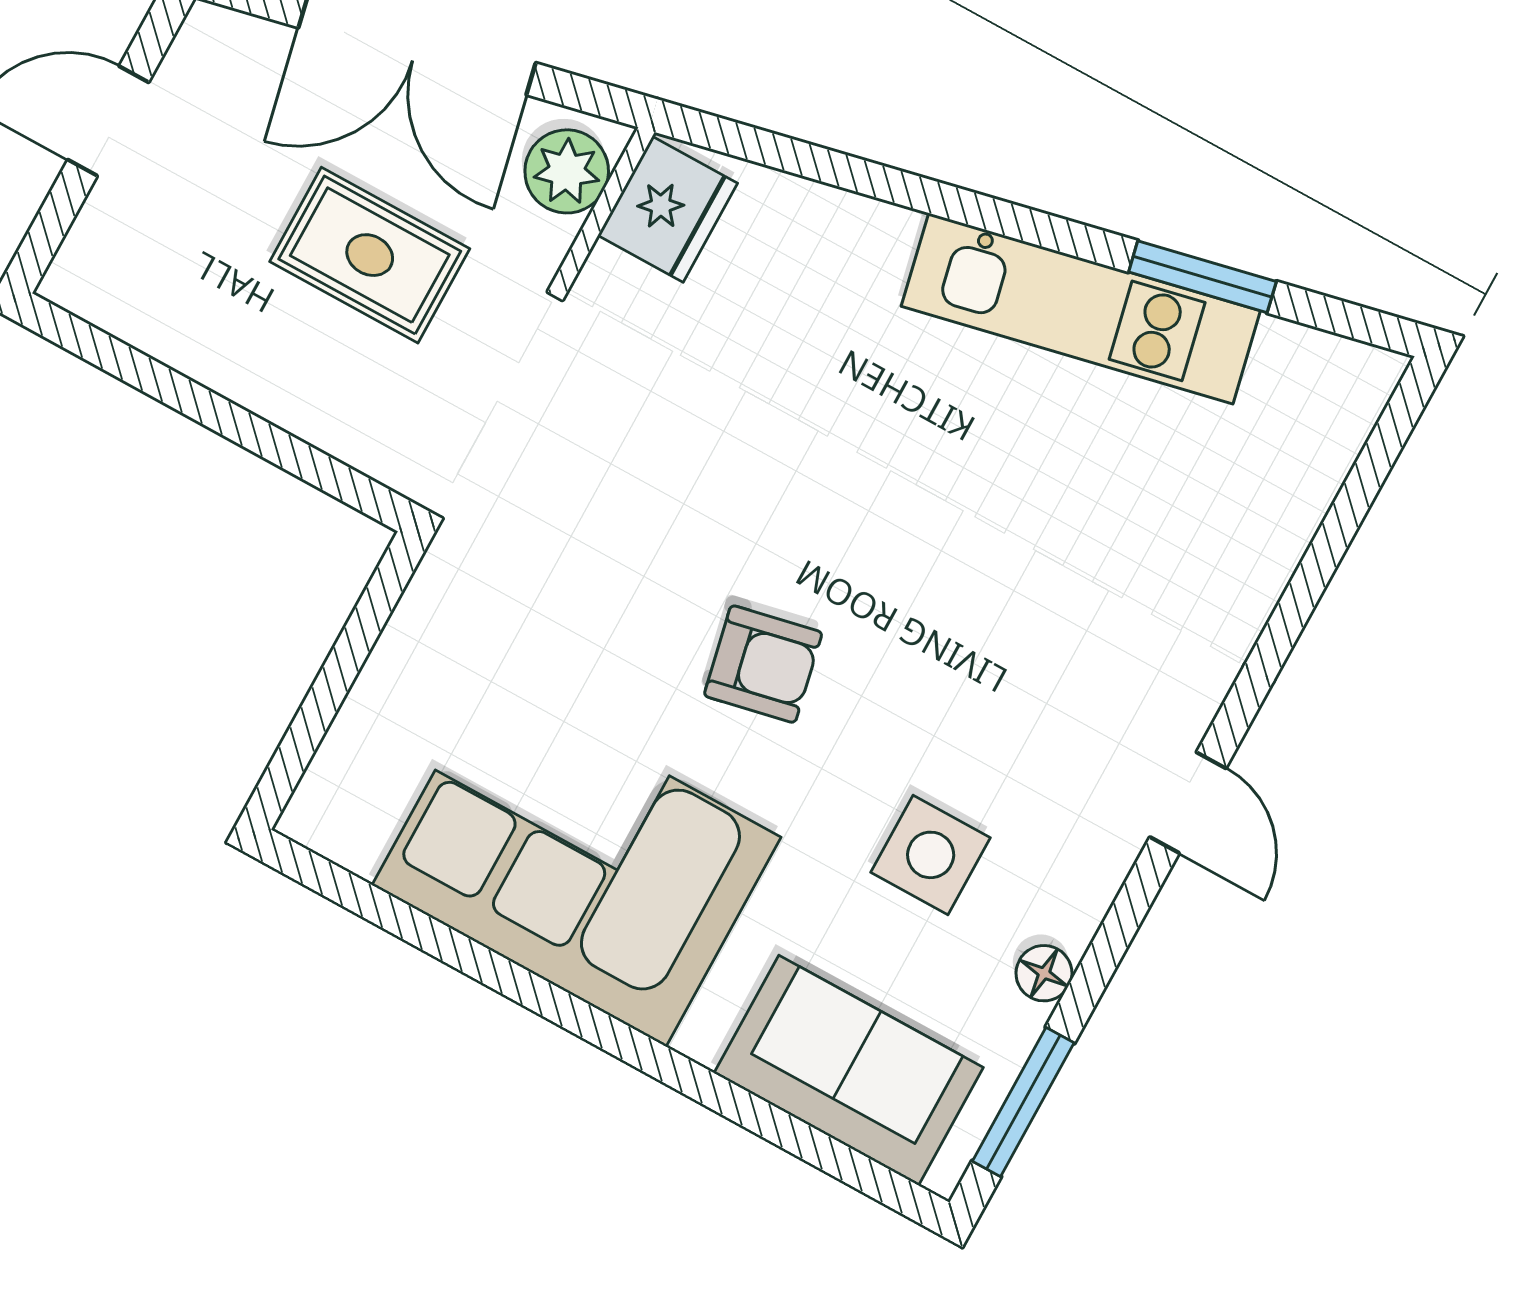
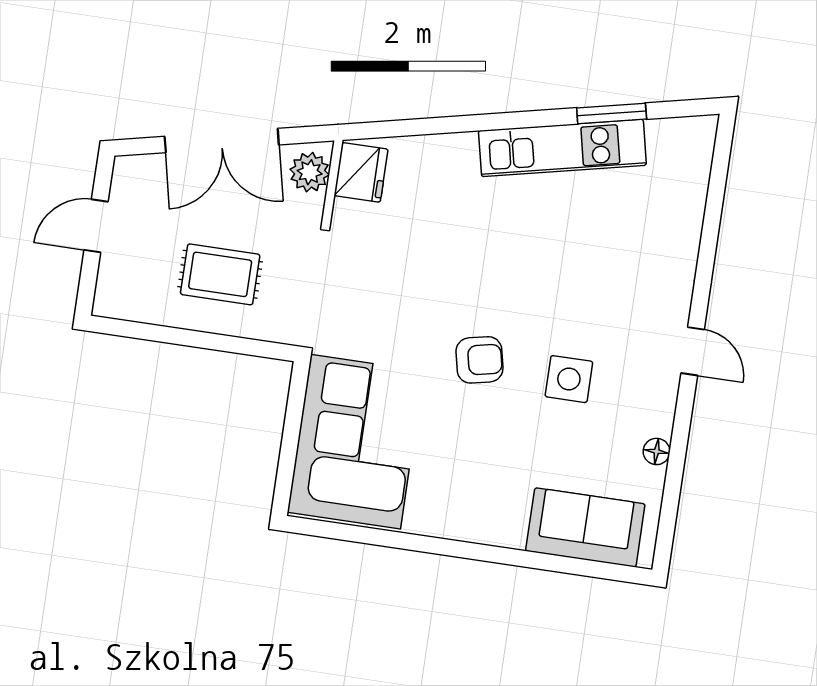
rug: (370, 255) -> (220, 274), moved
side table: (931, 855) -> (569, 379), moved
corner sofa: (577, 861) -> (355, 442), moved, turned 90
window: (1023, 1102) -> (669, 513), removed

